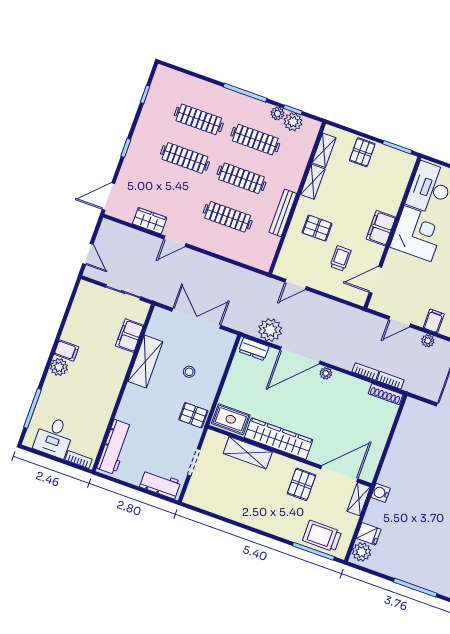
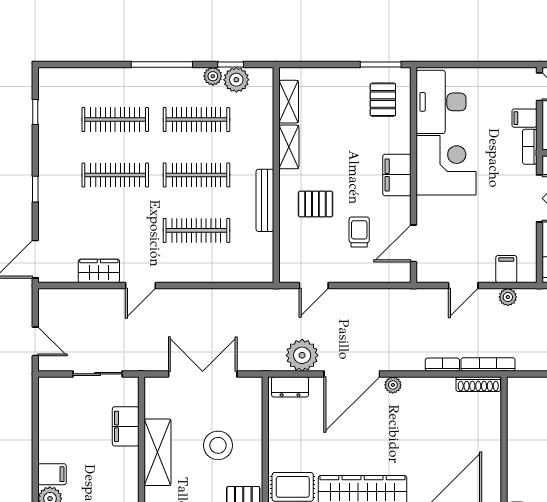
pallet: (362, 152) -> (383, 100), moved
stool: (189, 372) -> (218, 445), width x1.89, depth x1.89
bookcase: (390, 380) -> (488, 364), width x1.56

